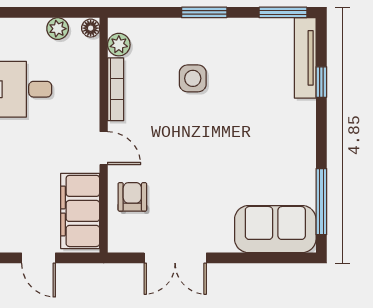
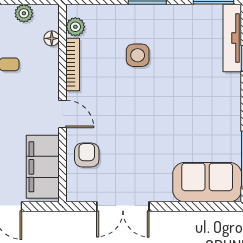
floor lamp: (91, 28) -> (52, 38), moved

